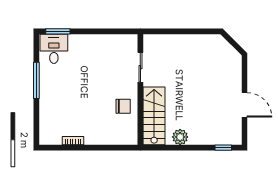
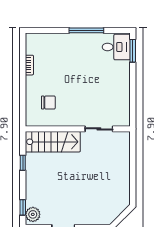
chair: (123, 106) -> (48, 102), moved, turned -90
plant: (180, 137) -> (33, 214), moved
window: (176, 148) -> (23, 163), added

